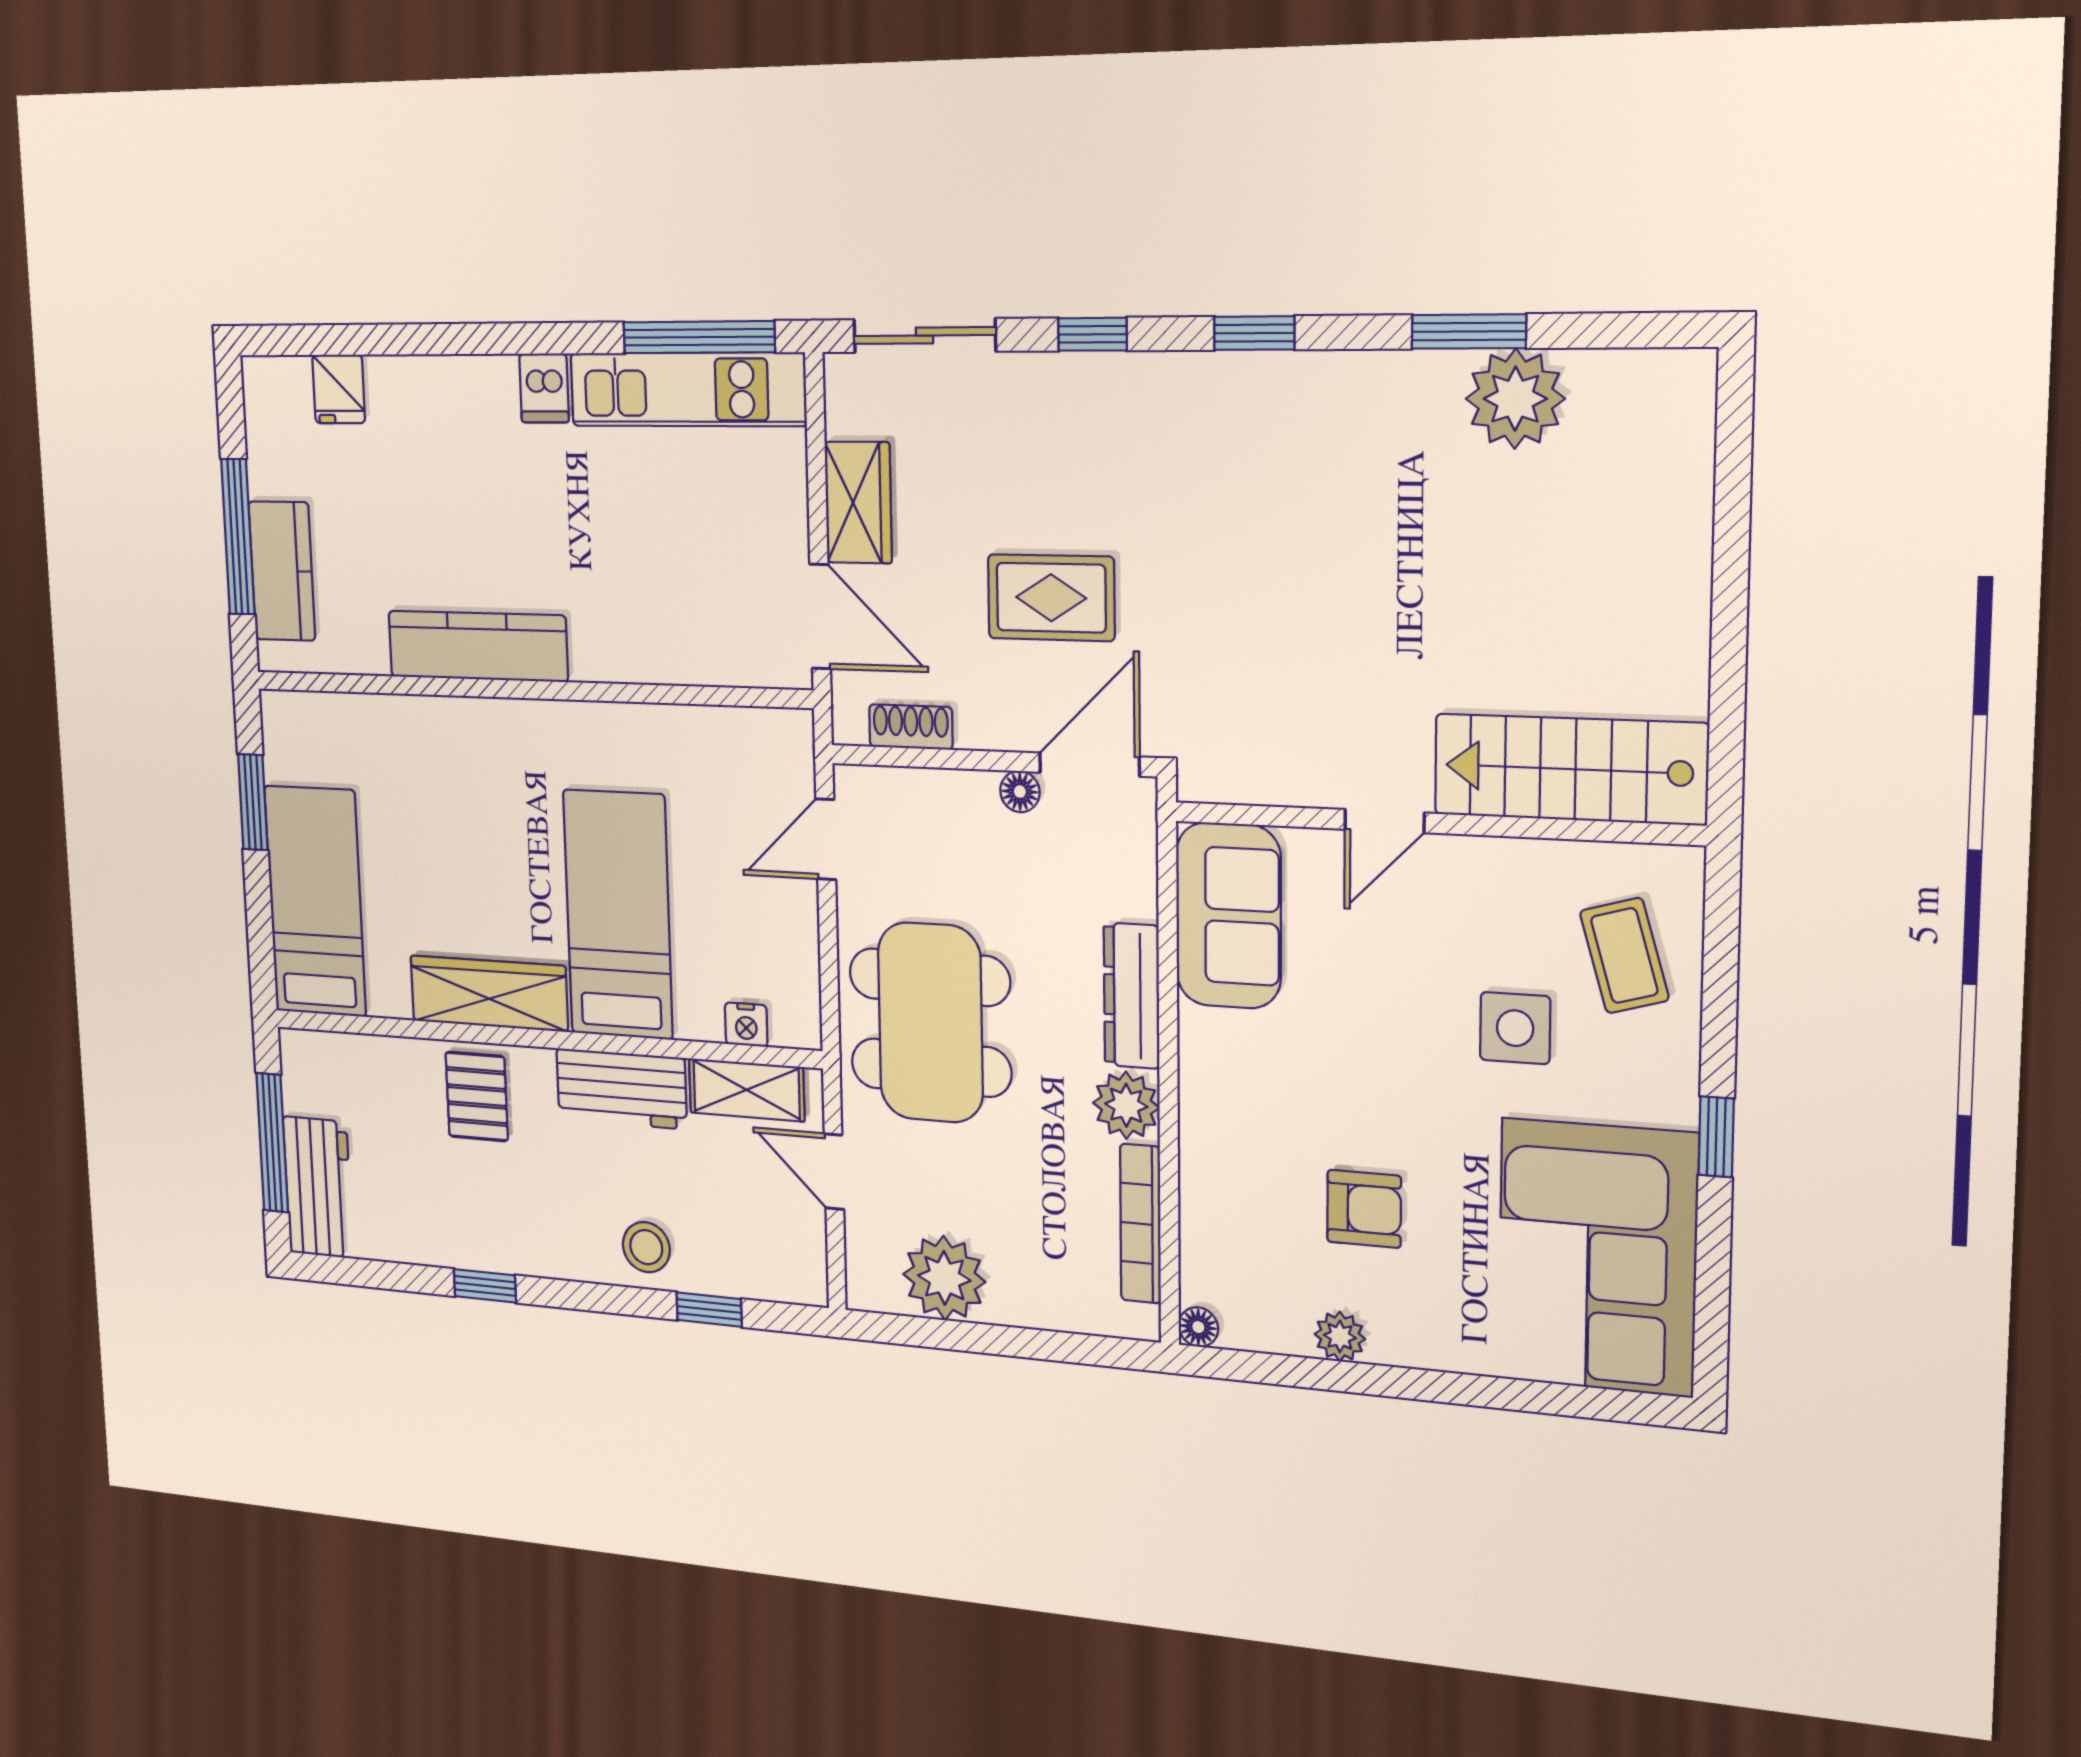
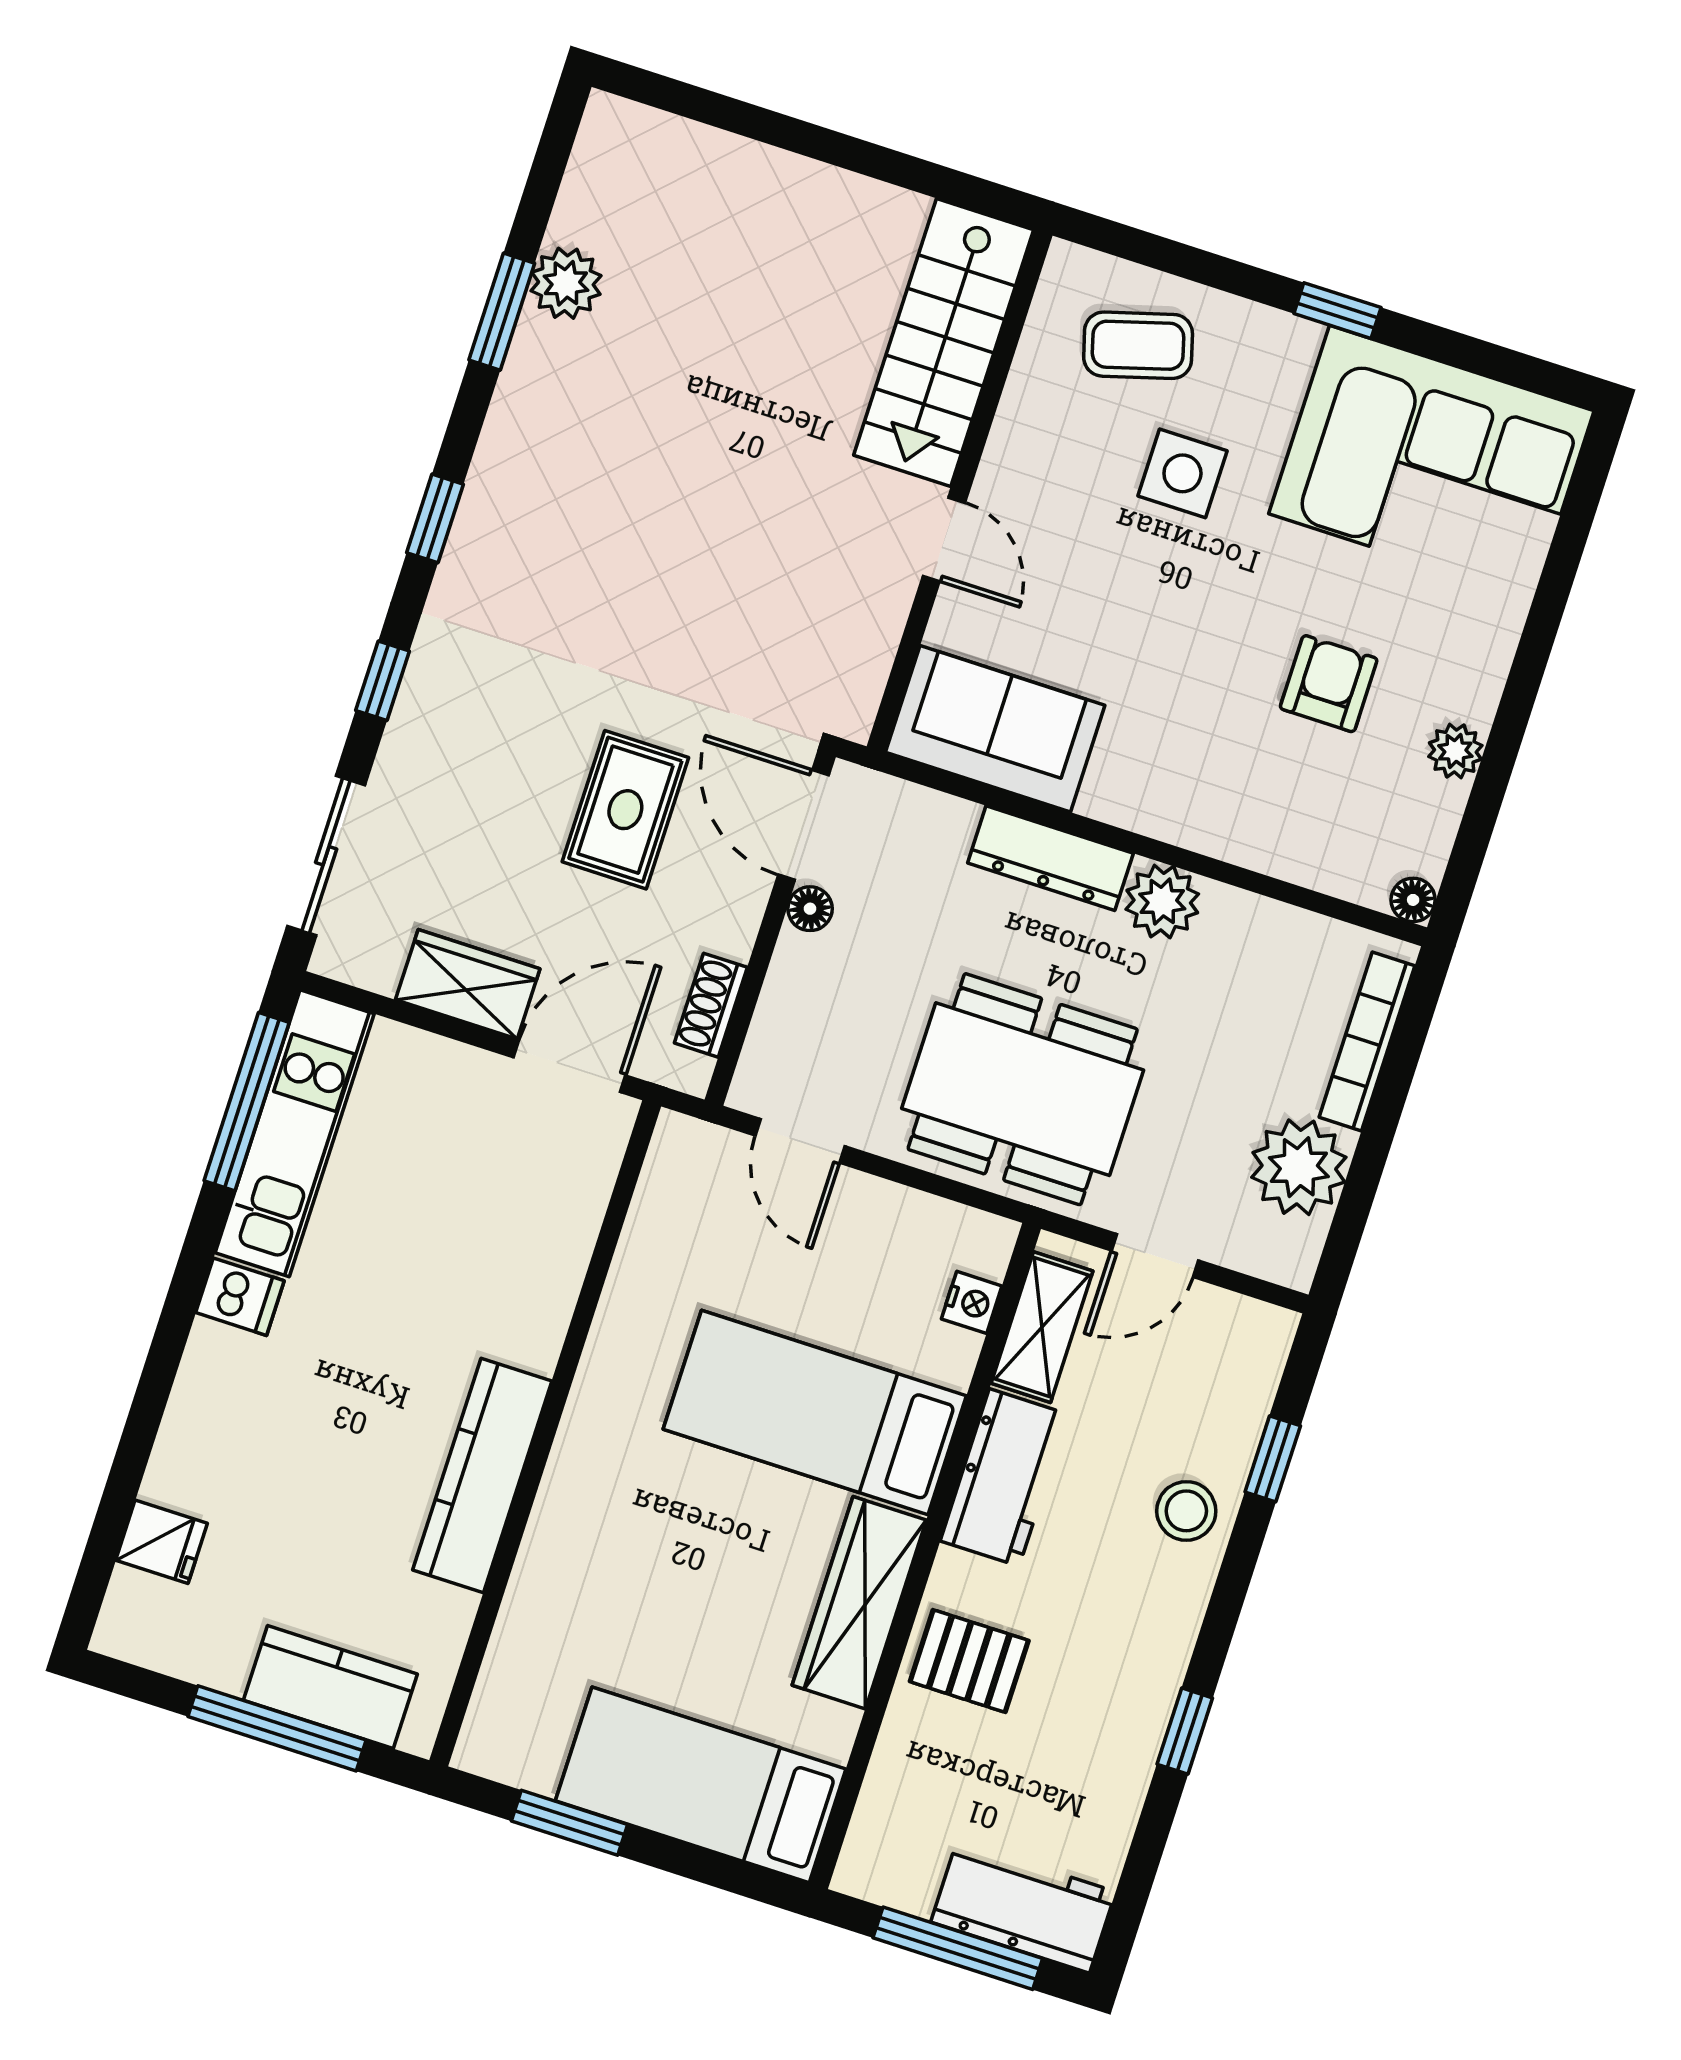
plant: (1515, 399) -> (566, 283), width x0.73, depth x0.73
bookcase: (1140, 1224) -> (1367, 1042), moved, turned 90

